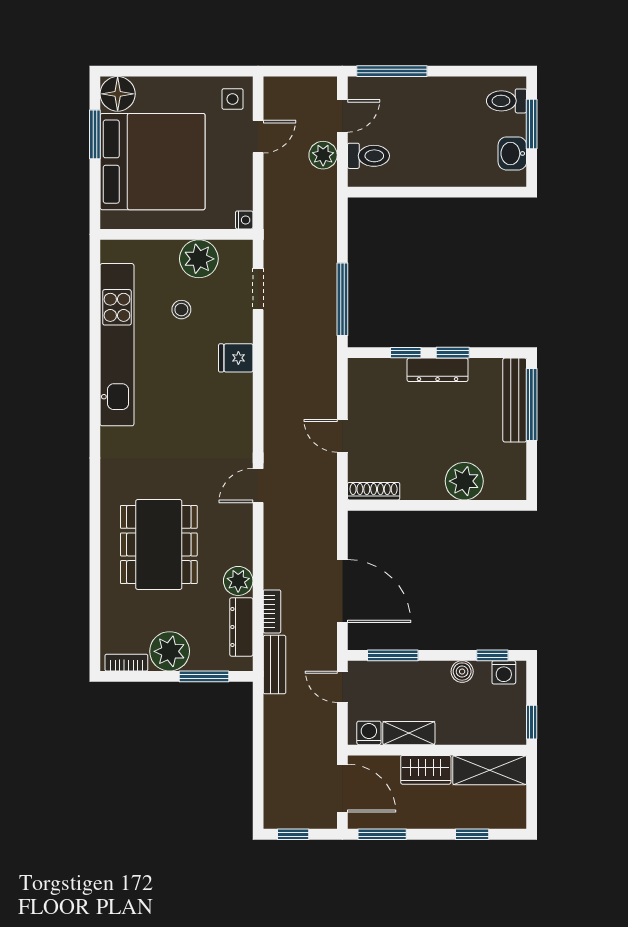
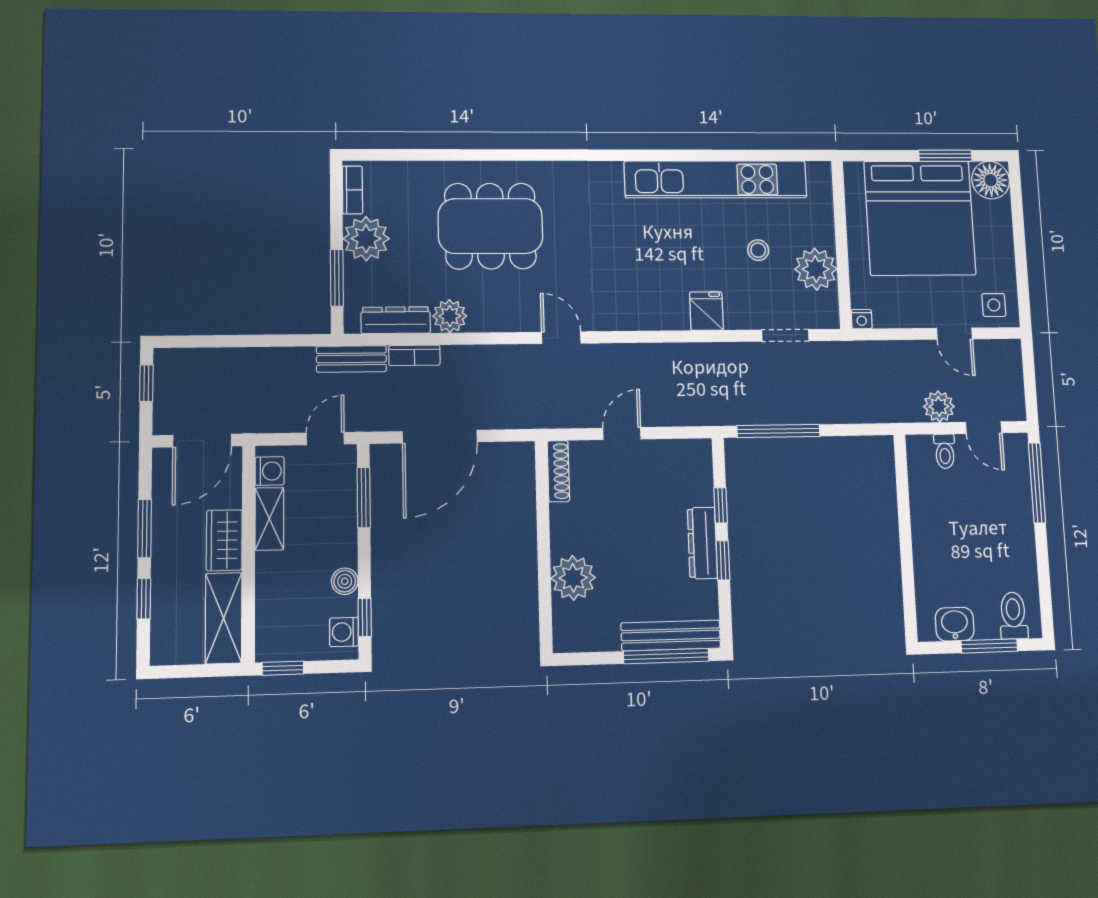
toilet: (368, 156) -> (945, 451), width x0.73, depth x0.72
window: (382, 834) -> (145, 529), moved

